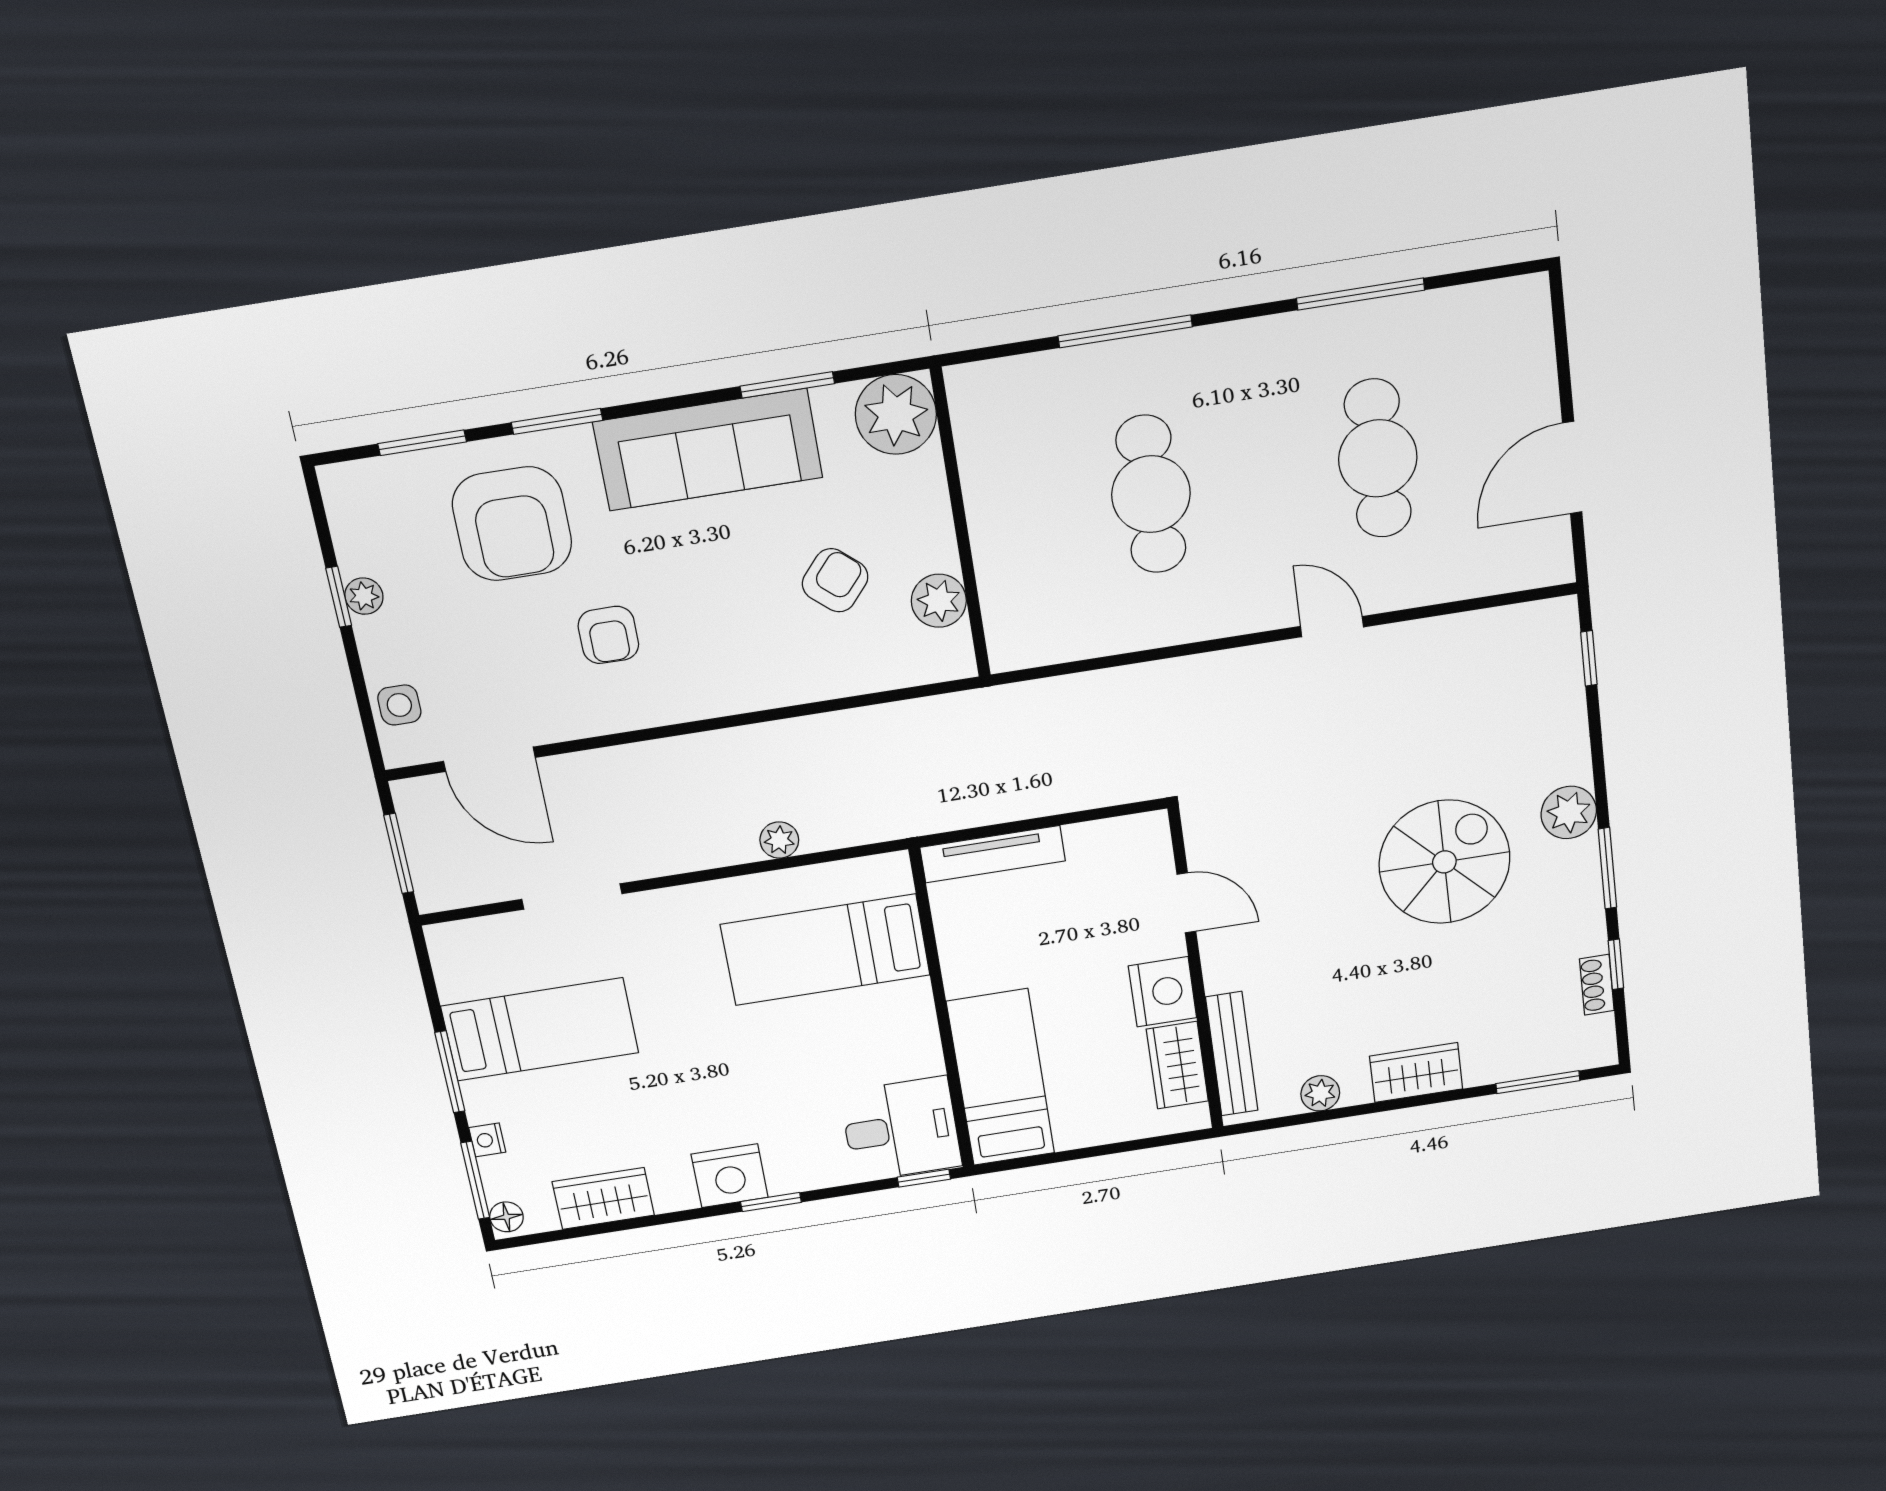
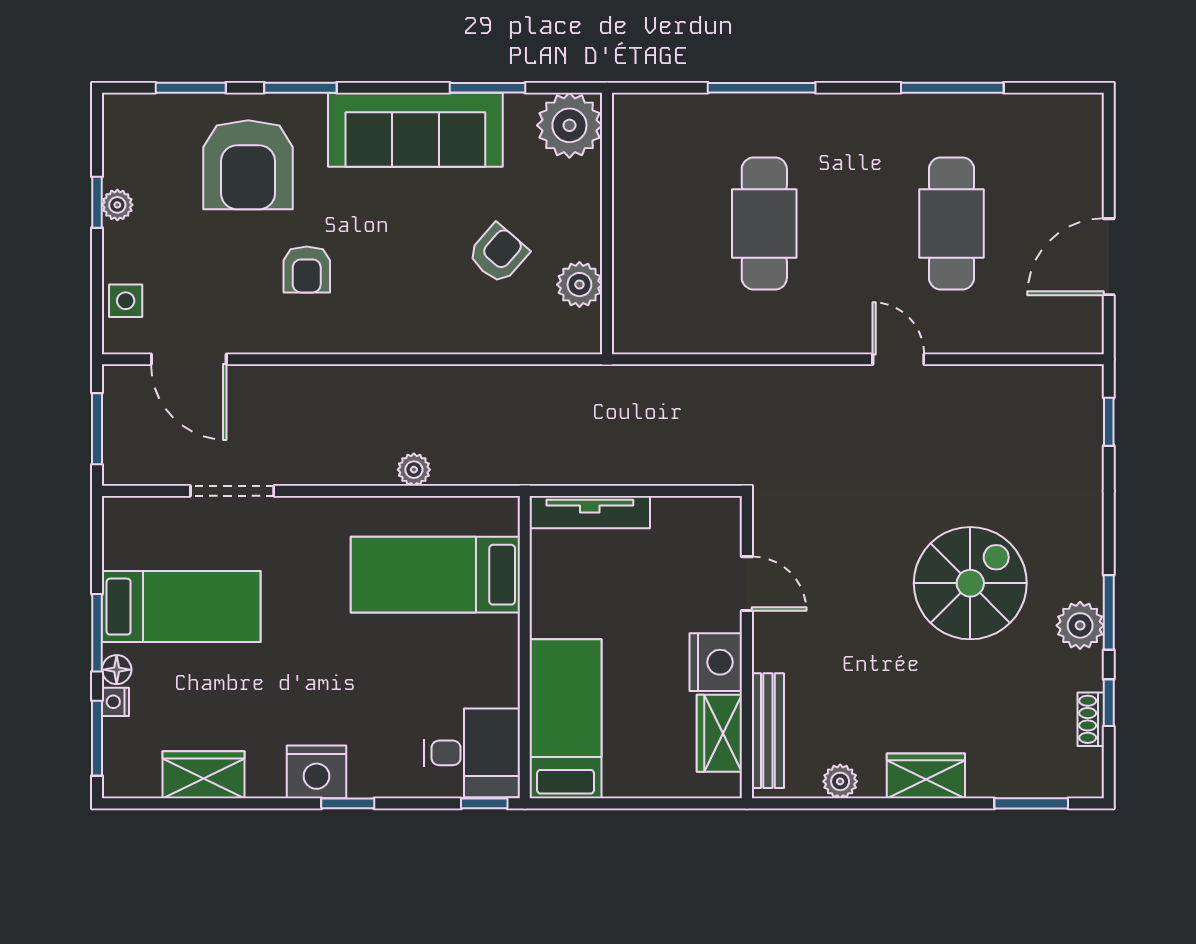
plant: (1569, 812) -> (1080, 625), moved
floor lamp: (506, 1217) -> (117, 670), moved

